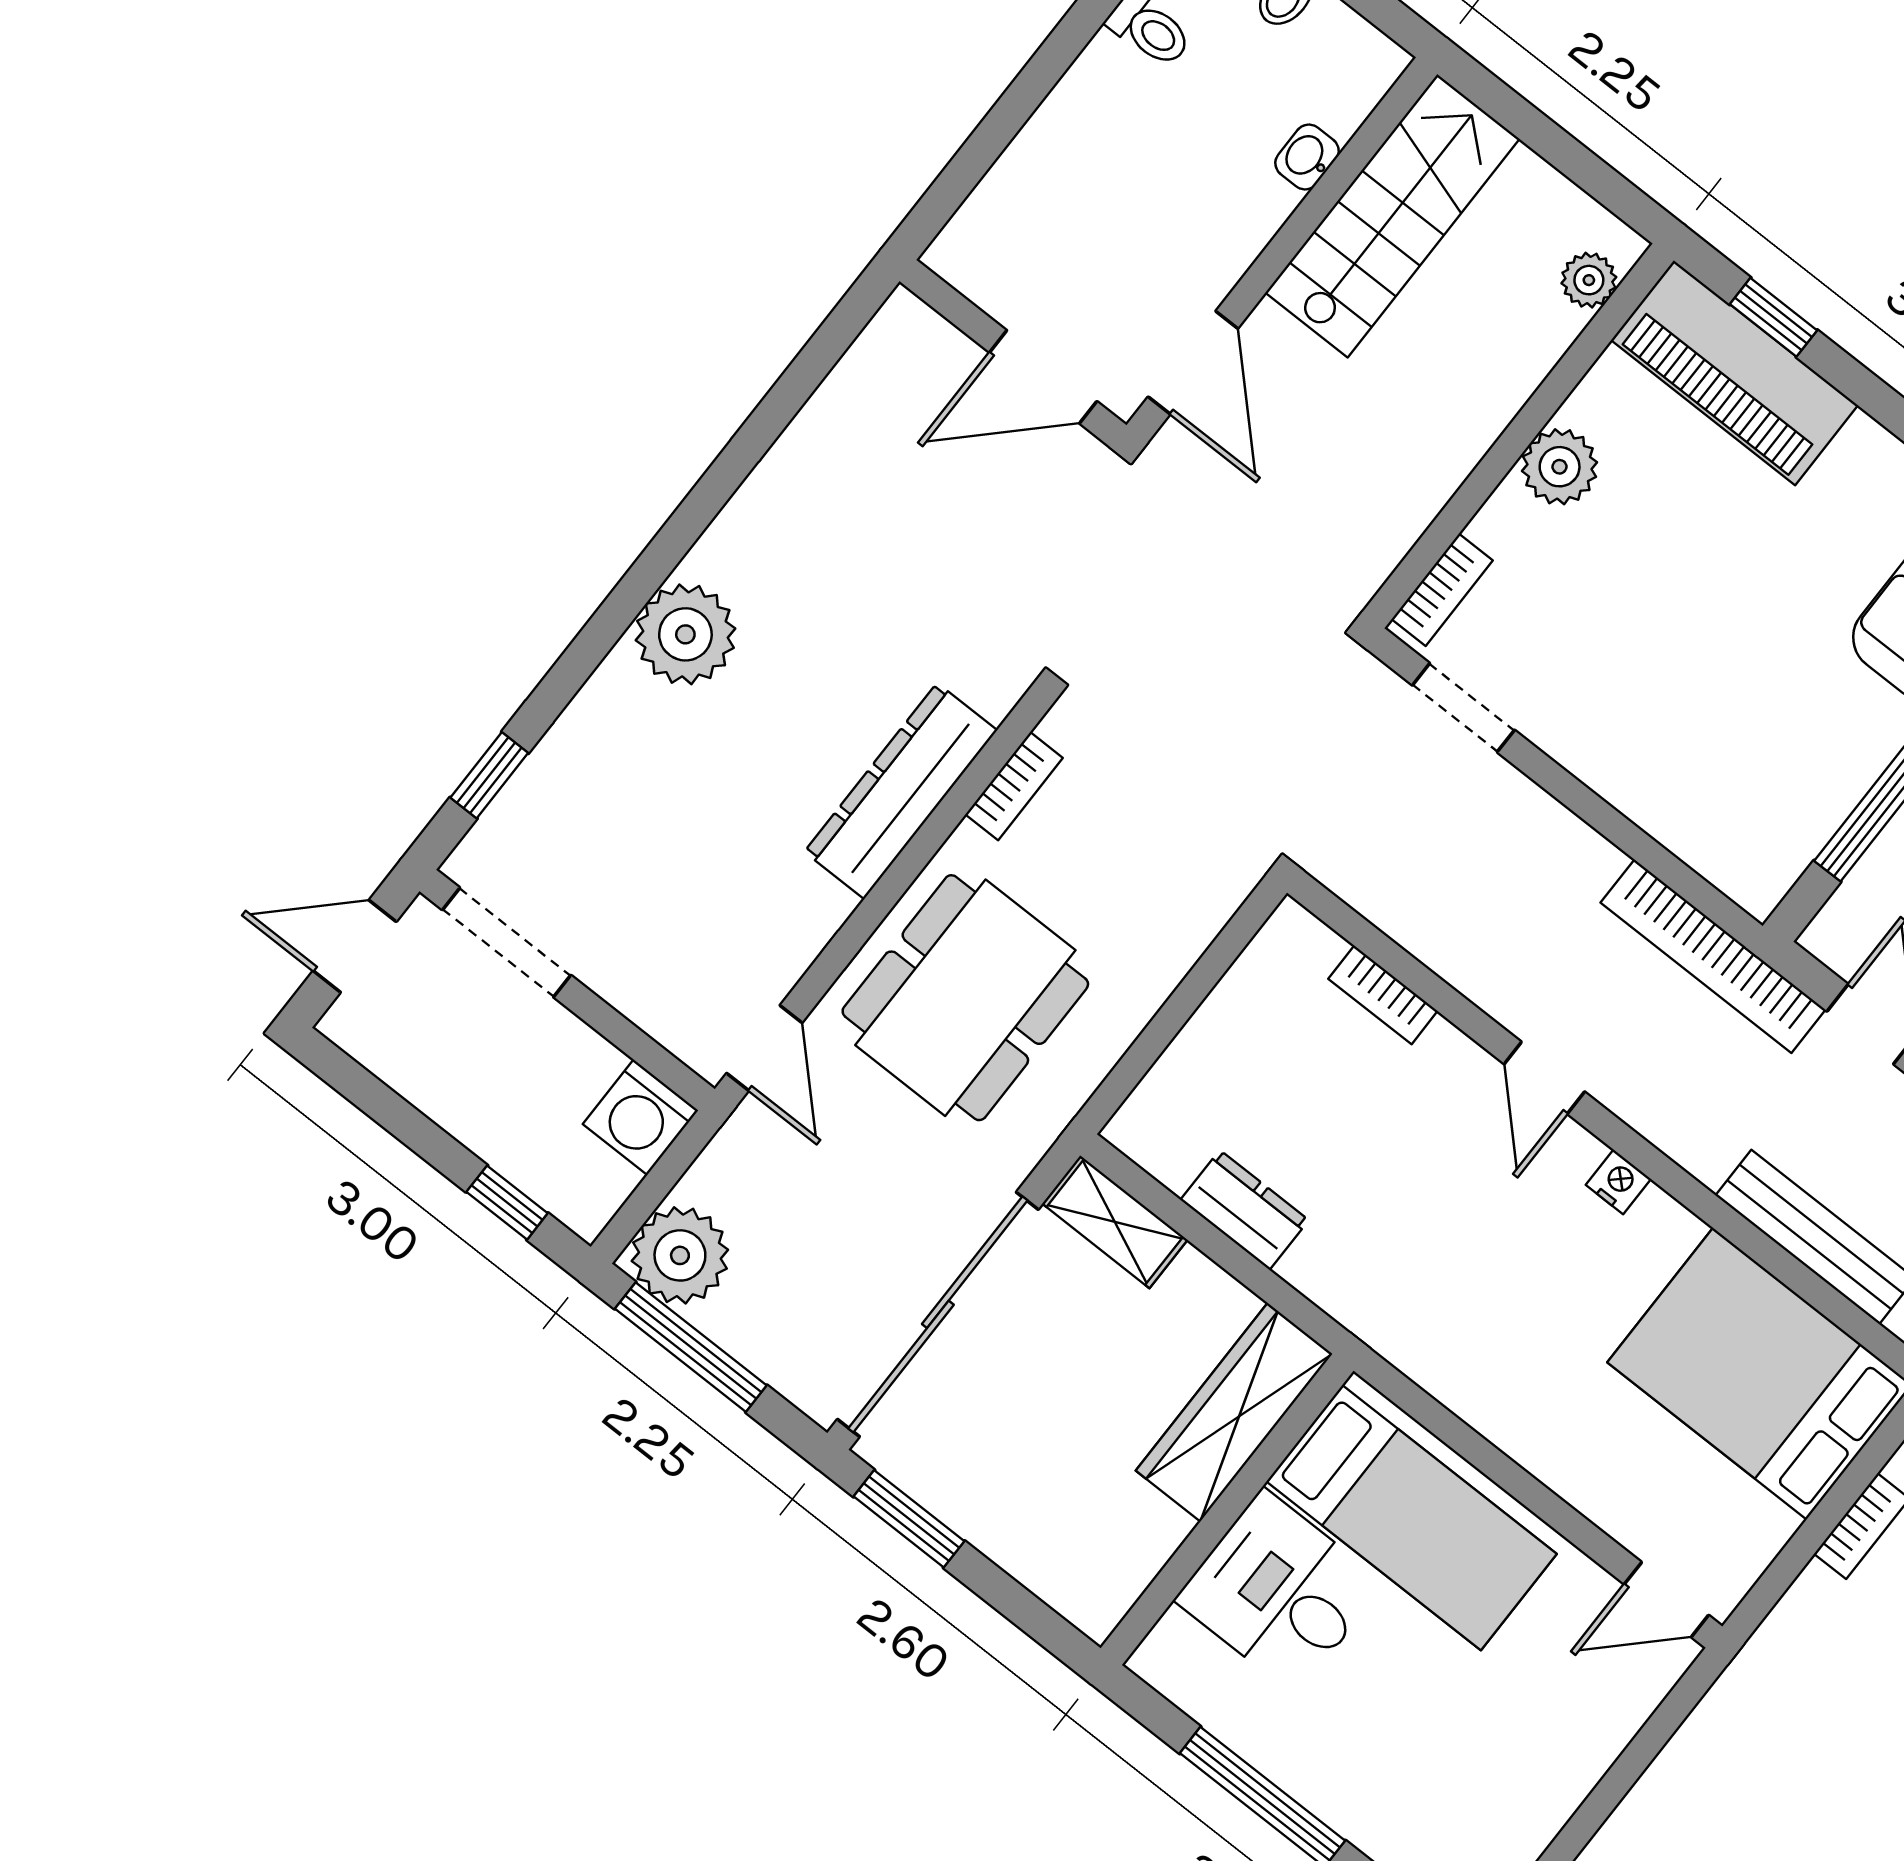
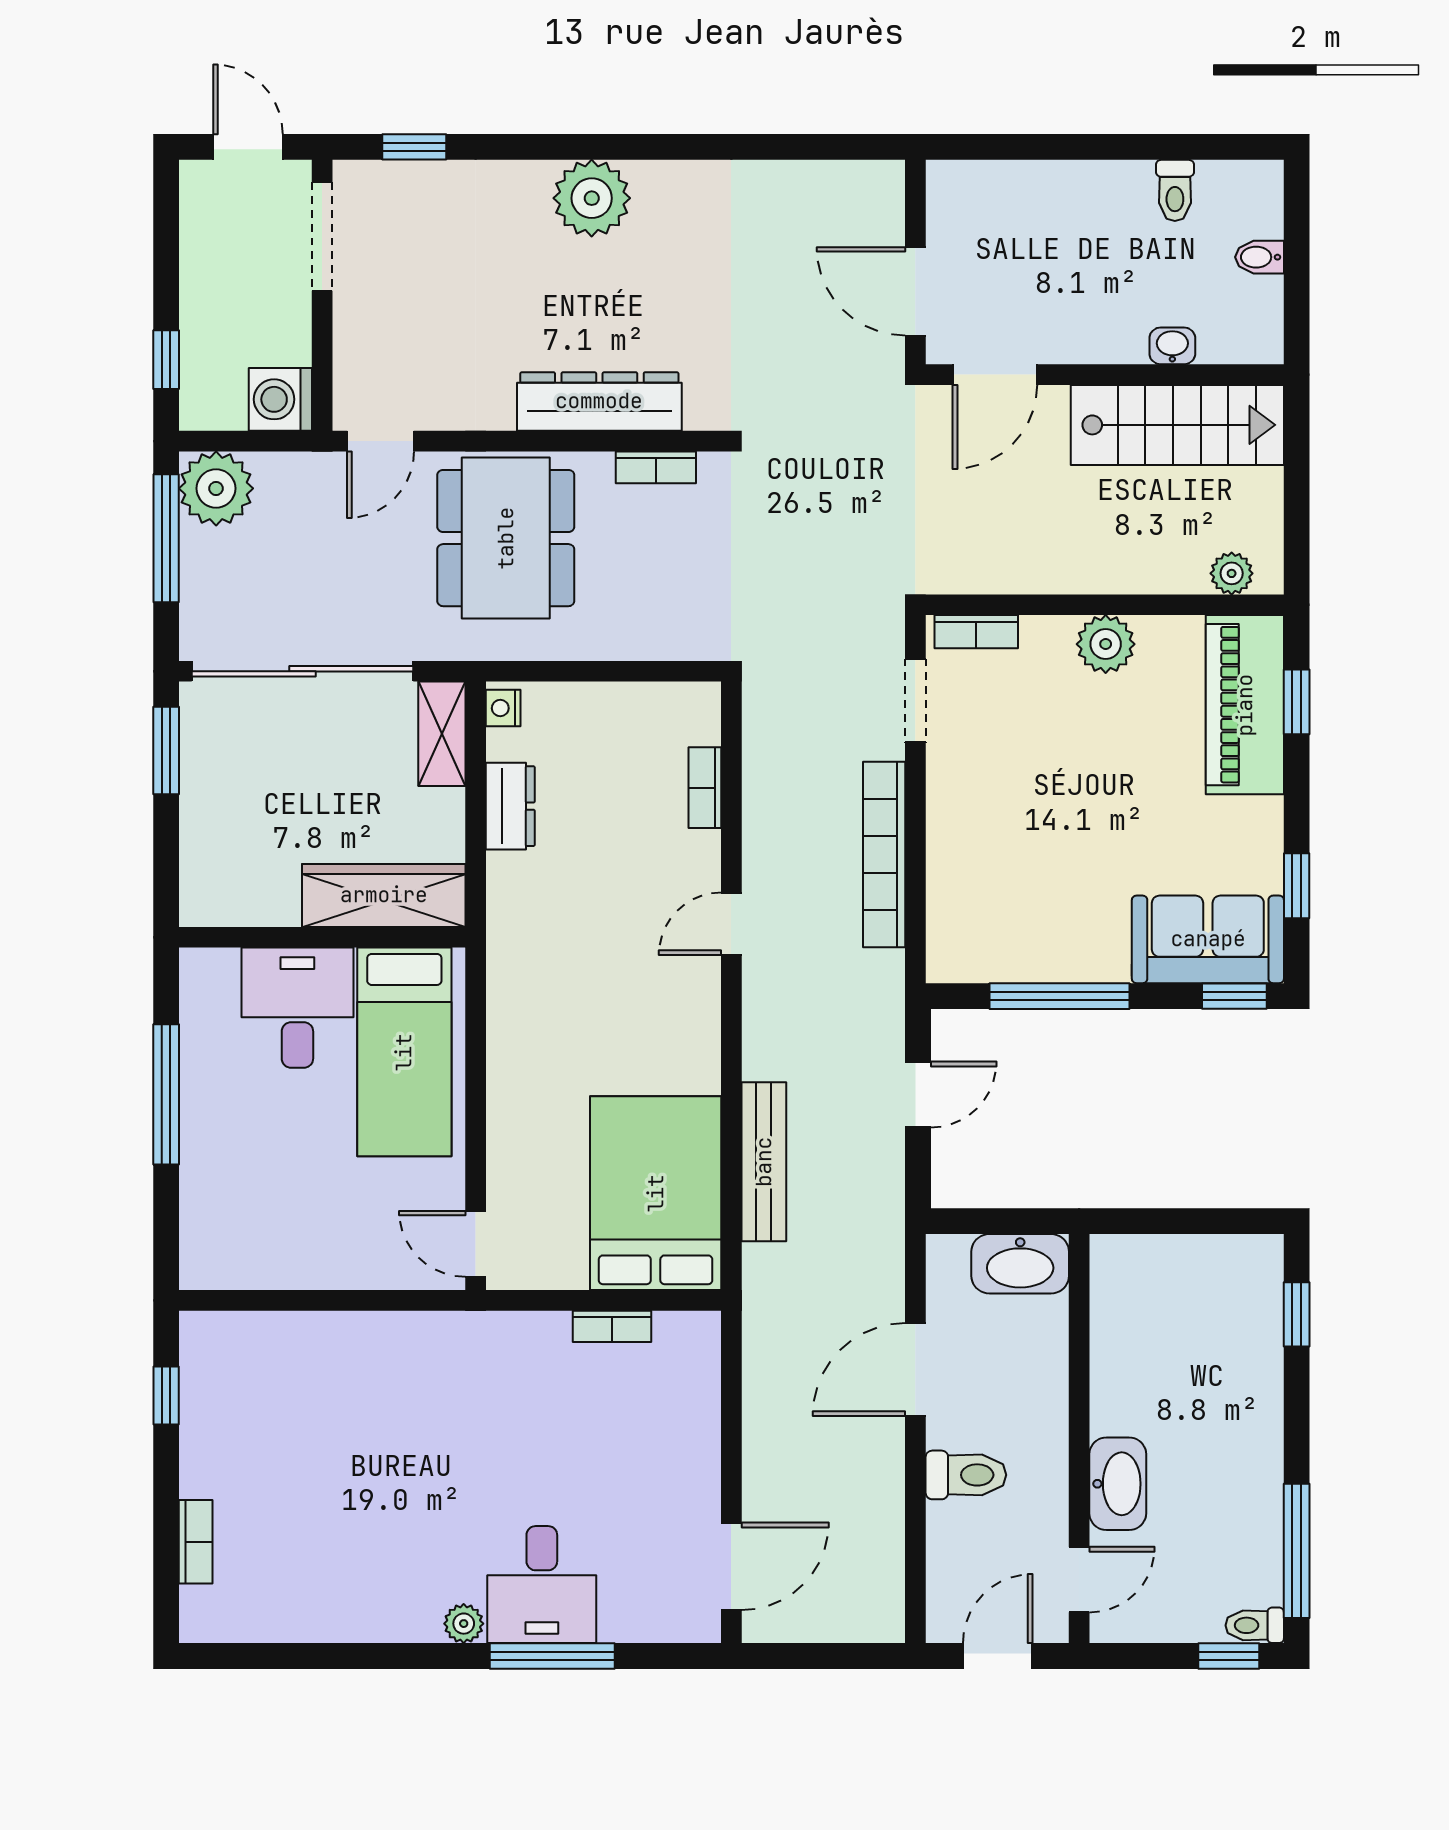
bookcase: (1713, 956) -> (884, 854), moved
dining table: (965, 998) -> (506, 538), turned 90
nightstand: (1618, 1182) -> (503, 708), moved, turned 180

